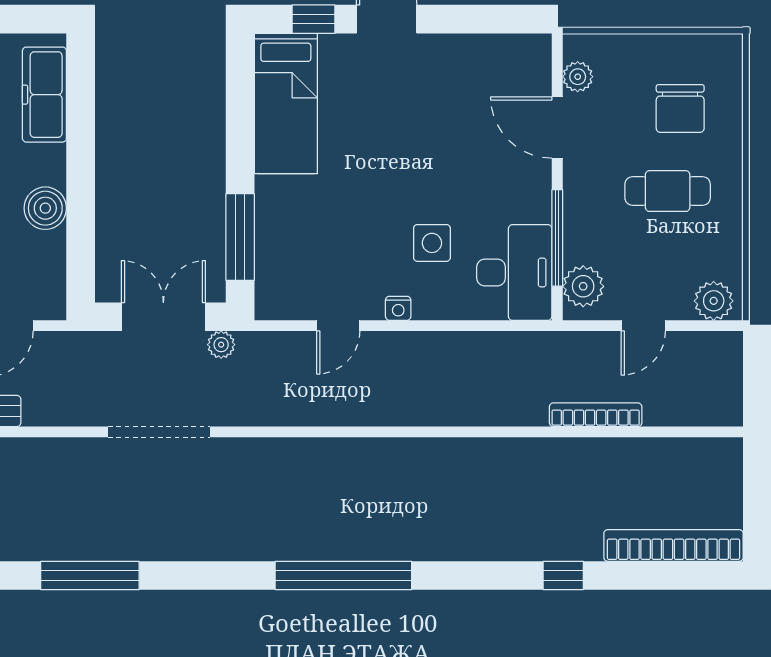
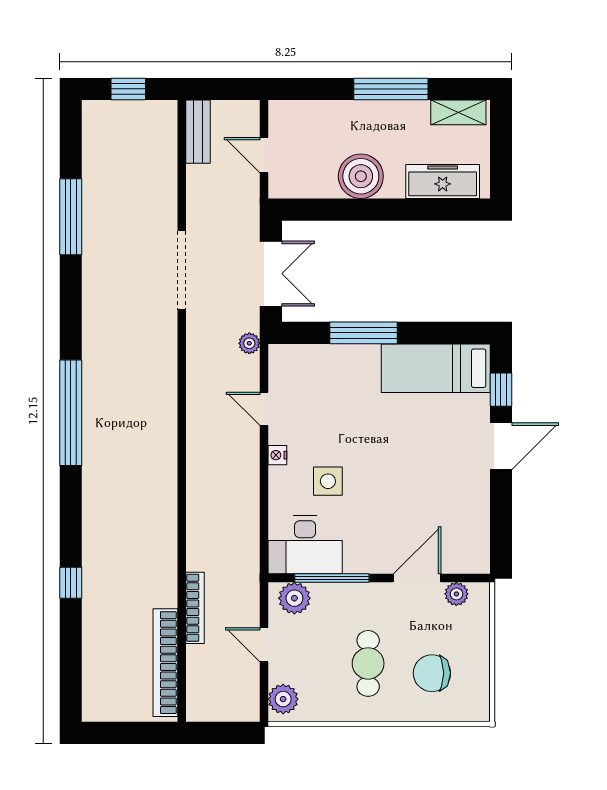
boiler: (45, 208) -> (361, 176), width x1.37, depth x1.37
window: (240, 237) -> (364, 333), moved
plant: (221, 345) -> (249, 343), moved
bookcase: (674, 545) -> (165, 663), moved, turned 180

